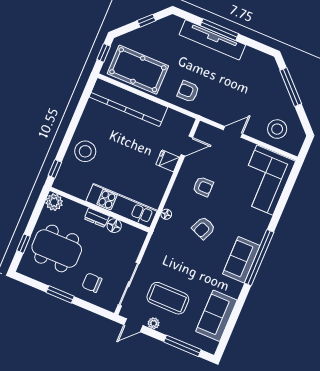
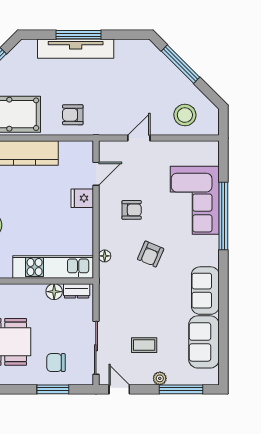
corner sofa: (265, 180) -> (195, 200), moved
dresser: (97, 218) -> (77, 291), moved
window: (259, 258) -> (223, 216), moved
sofa: (241, 260) -> (205, 291), moved
window: (60, 294) -> (53, 389), moved
coffee table: (168, 298) -> (144, 345), width x0.54, depth x0.58
plant: (154, 323) -> (160, 378), moved
door: (133, 325) -> (119, 389), swing flipped

